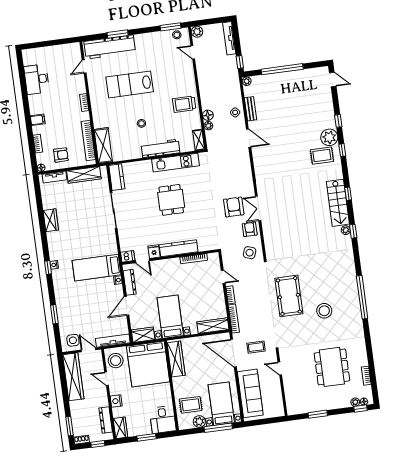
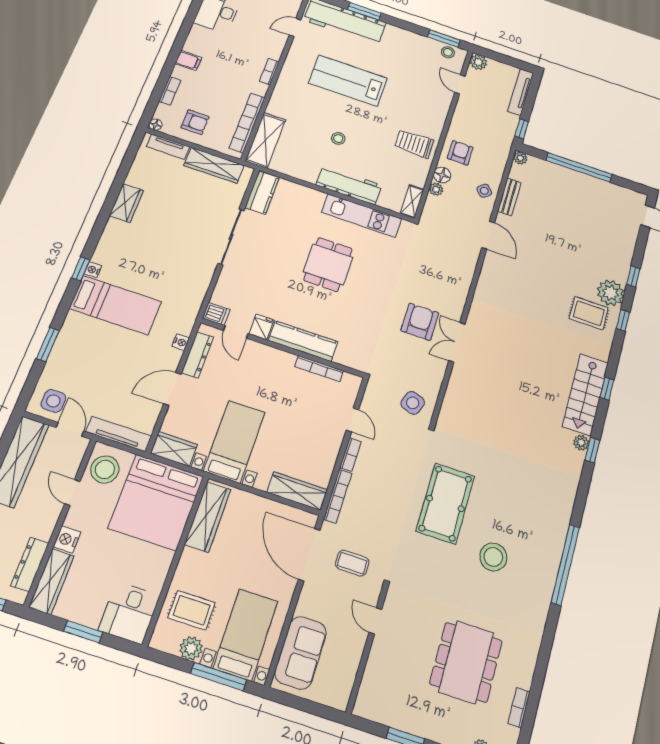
armchair: (250, 229) -> (460, 153), moved
bed: (97, 268) -> (115, 305), moved, turned 180
sofa: (250, 393) -> (301, 653), width x0.73
wardrobe: (120, 428) -> (51, 581), width x1.50

